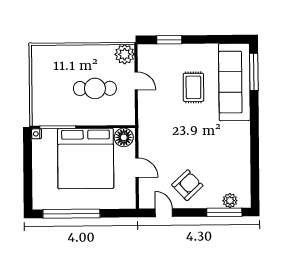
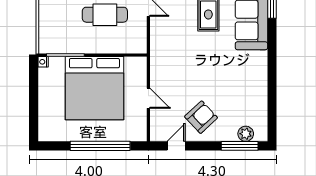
floor lamp: (124, 137) -> (135, 66), removed
door: (164, 213) -> (176, 146), hinge flipped
window: (71, 214) -> (100, 146), moved

